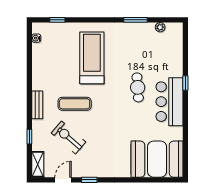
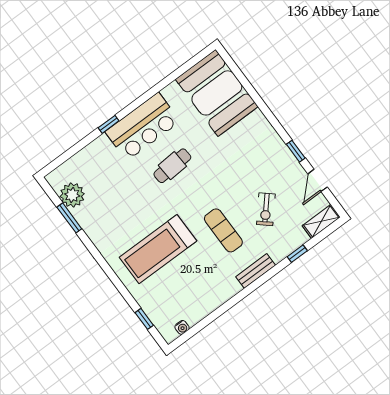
window: (136, 20) -> (69, 218), moved
plant: (160, 27) -> (72, 195), width x1.88, depth x1.88
cafe table: (138, 87) -> (172, 166), moved
exercise bike: (69, 138) -> (266, 209), width x0.73, depth x0.72
door: (63, 180) -> (318, 180), hinge flipped

